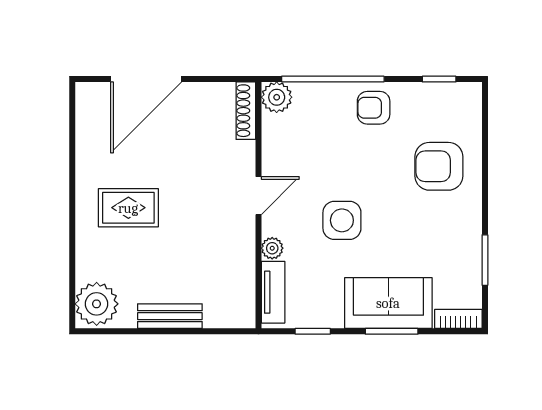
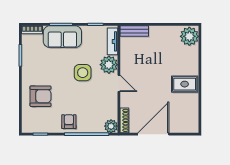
door: (146, 79) -> (153, 134), moved
armchair: (374, 108) -> (69, 122), turned -90
door: (258, 196) -> (119, 83), swing flipped
rug: (128, 208) -> (185, 84), moved
plant: (272, 248) -> (109, 65), width x1.88, depth x1.88
bench: (170, 316) -> (134, 31), moved

